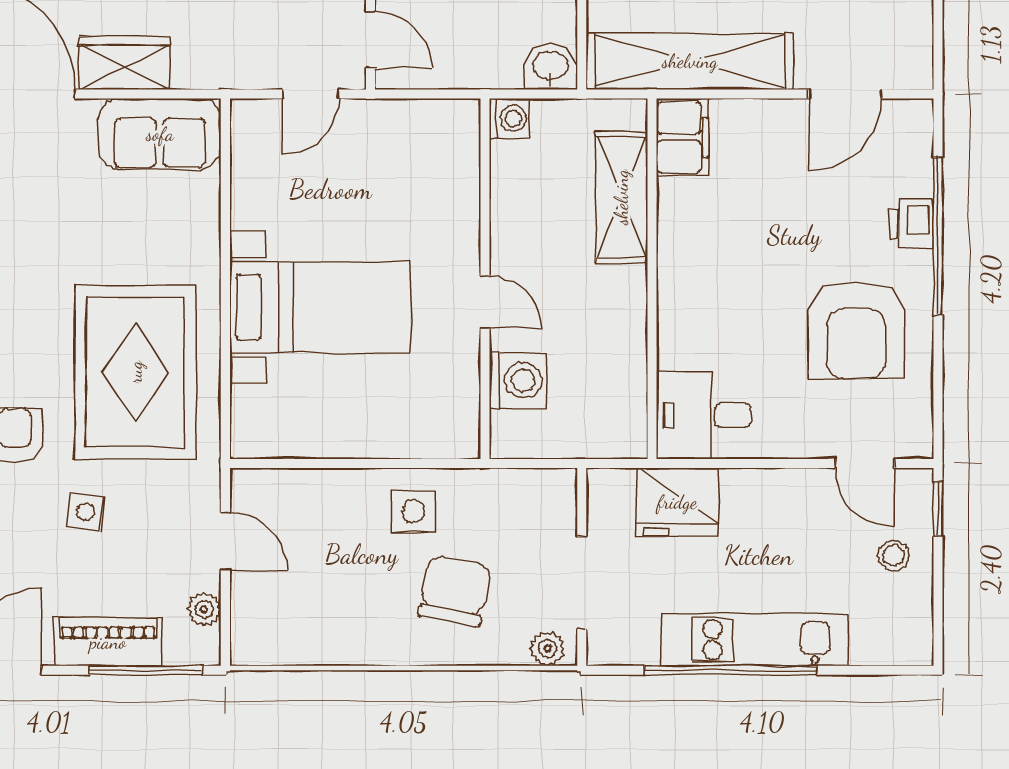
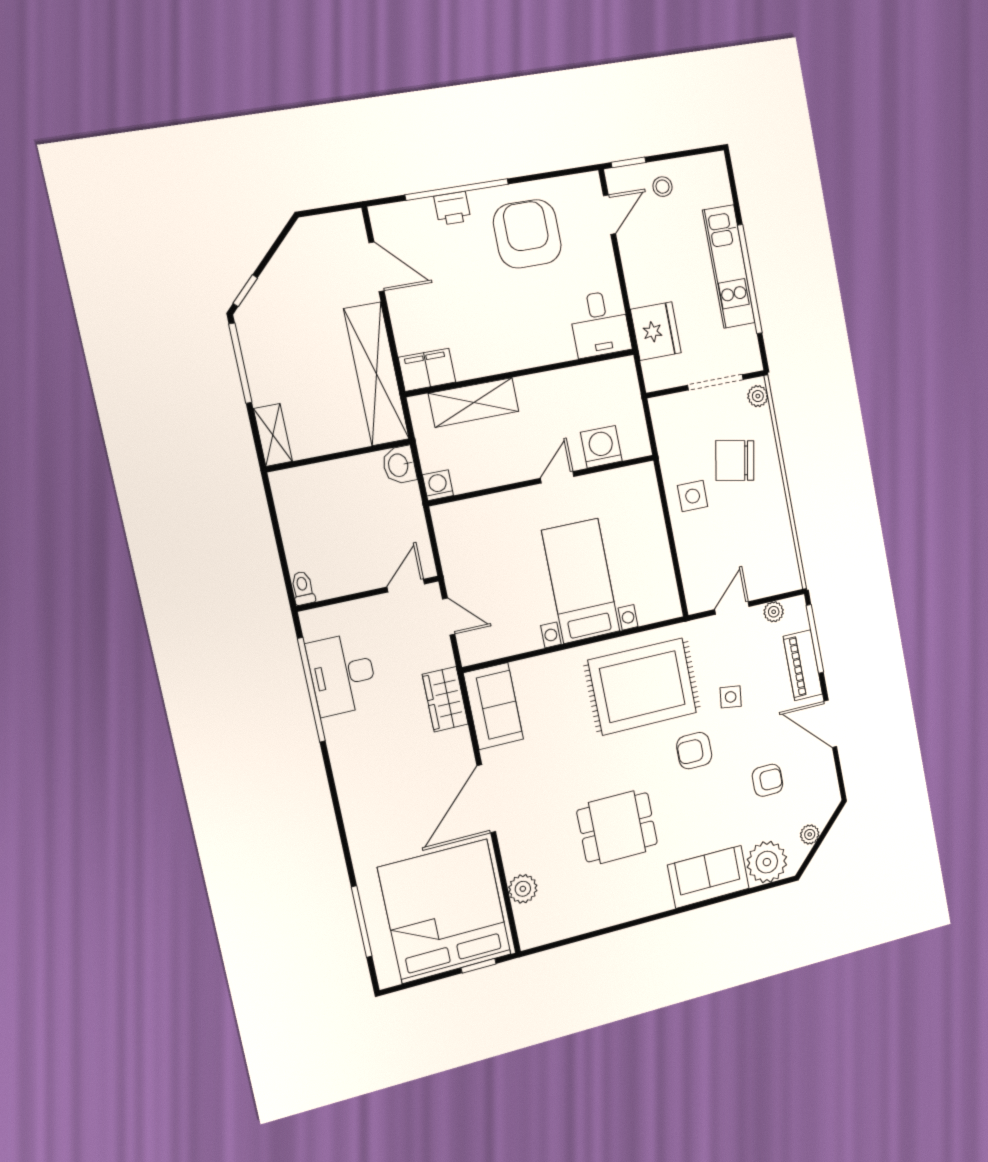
wardrobe: (125, 63) -> (445, 699), moved
armchair: (856, 330) -> (527, 234), turned -90

